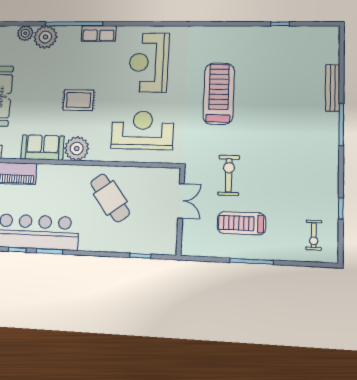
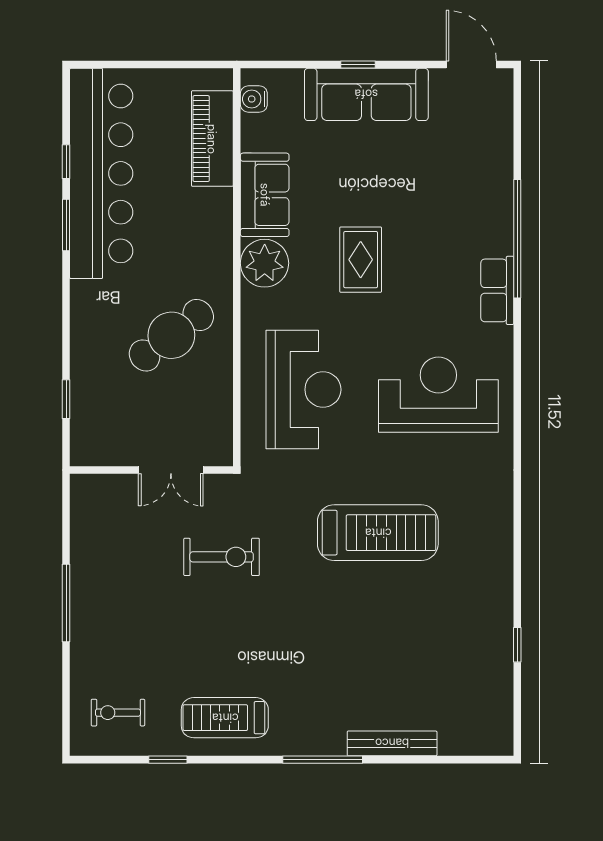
plant: (25, 33) -> (497, 139), removed
plant: (45, 37) -> (490, 182), removed
treadmill: (241, 223) -> (225, 718), moved, turned -90

